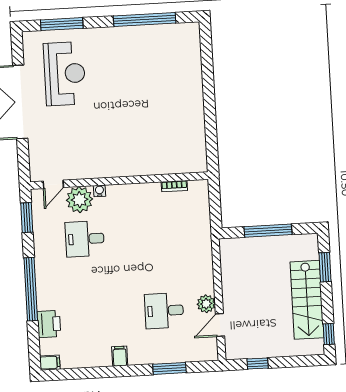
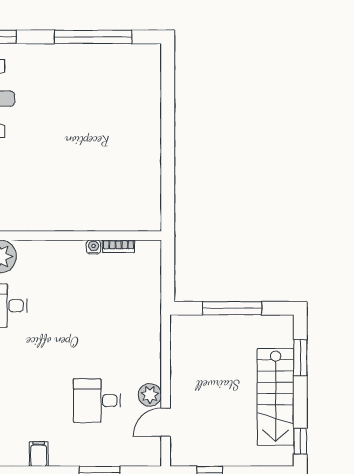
water cooler: (99, 191) -> (94, 247), moved

